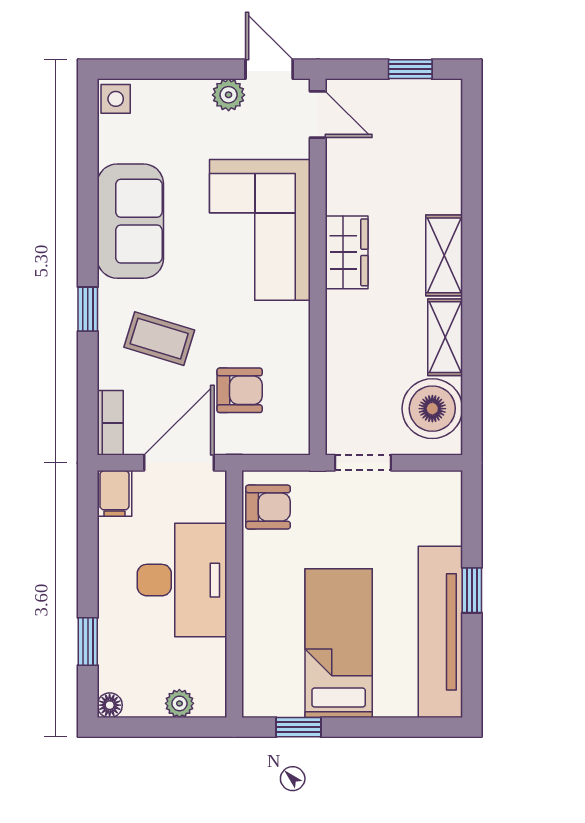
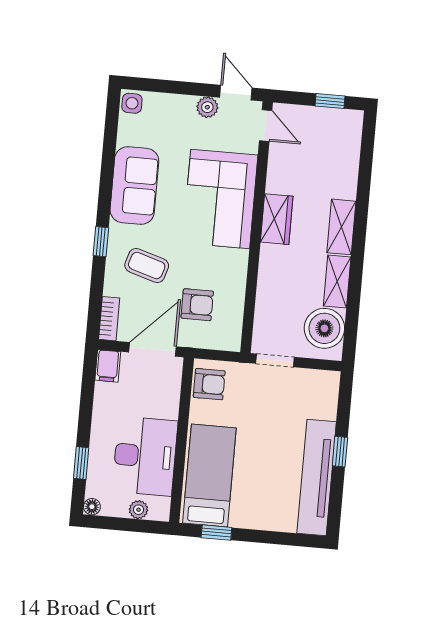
desk: (182, 580) -> (145, 456), moved
bed: (339, 643) -> (209, 475), moved

